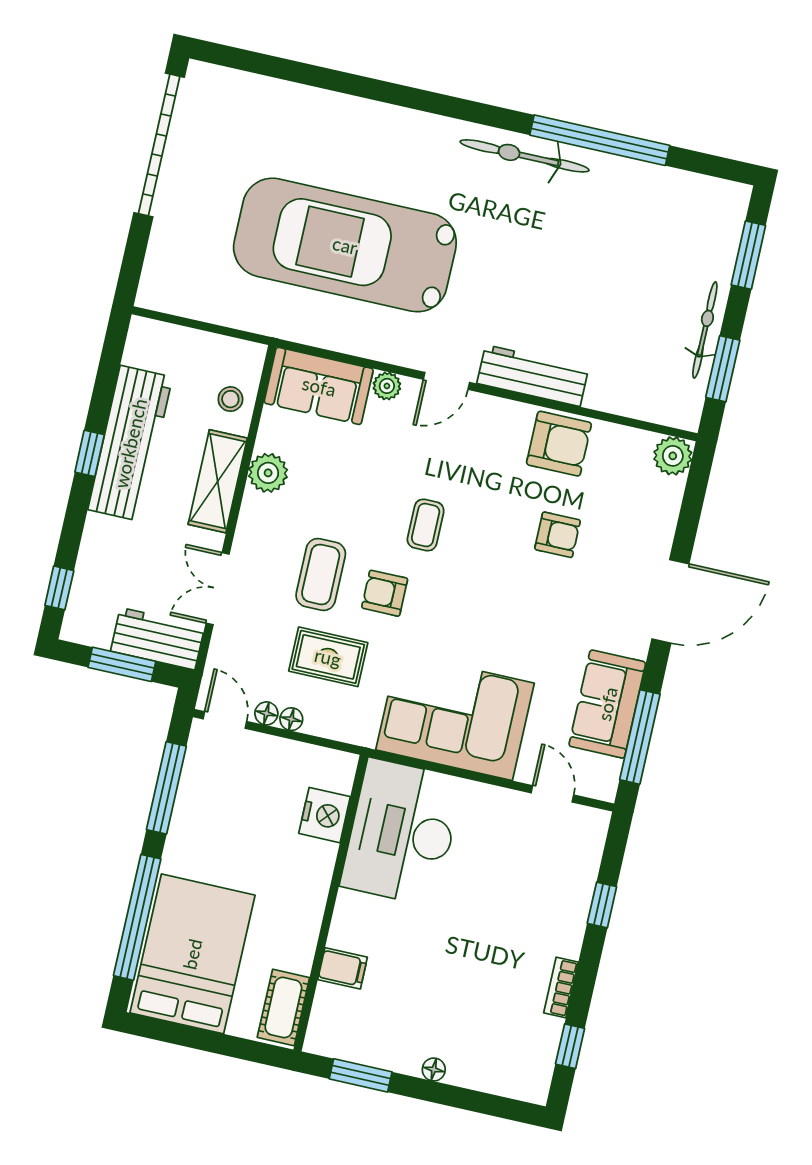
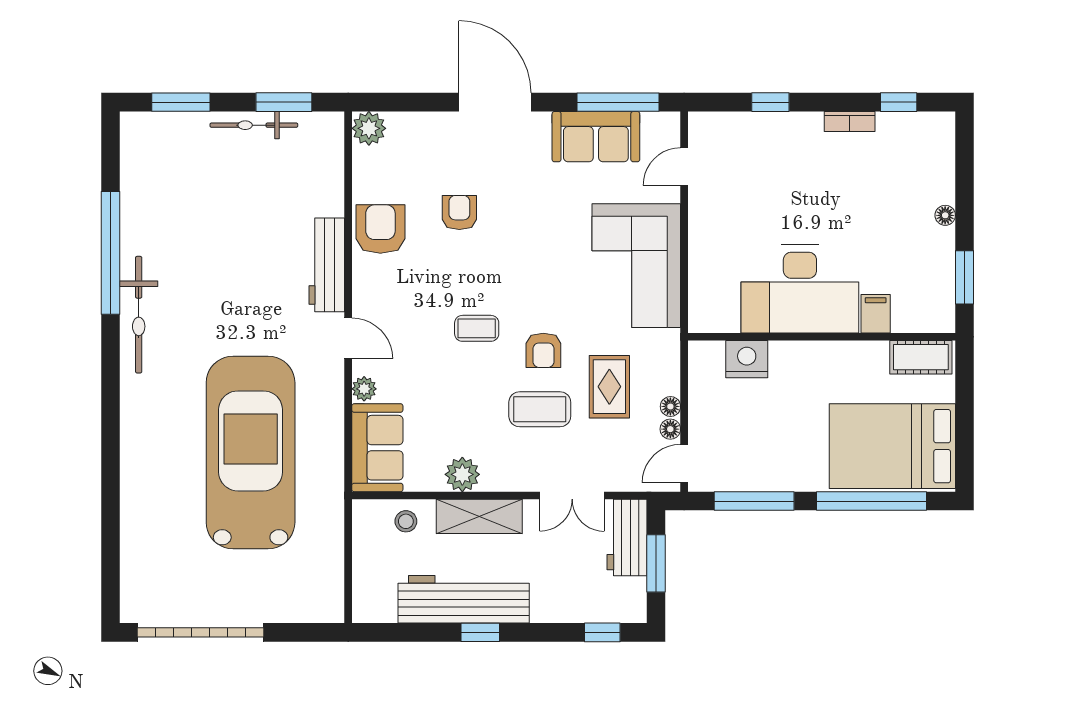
car: (345, 245) -> (251, 452), turned 180
desk: (402, 832) -> (800, 289), moved

